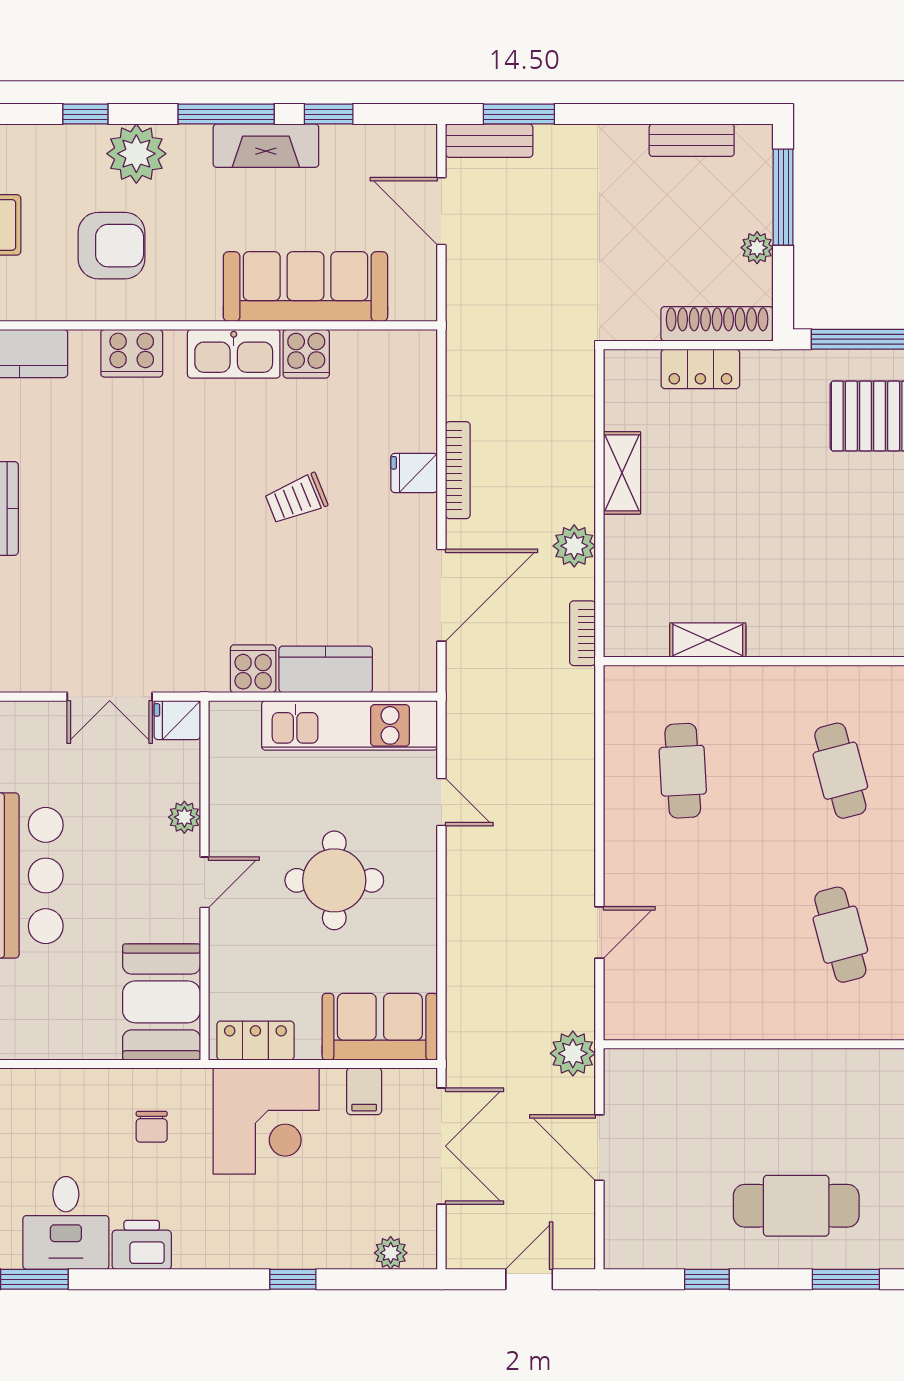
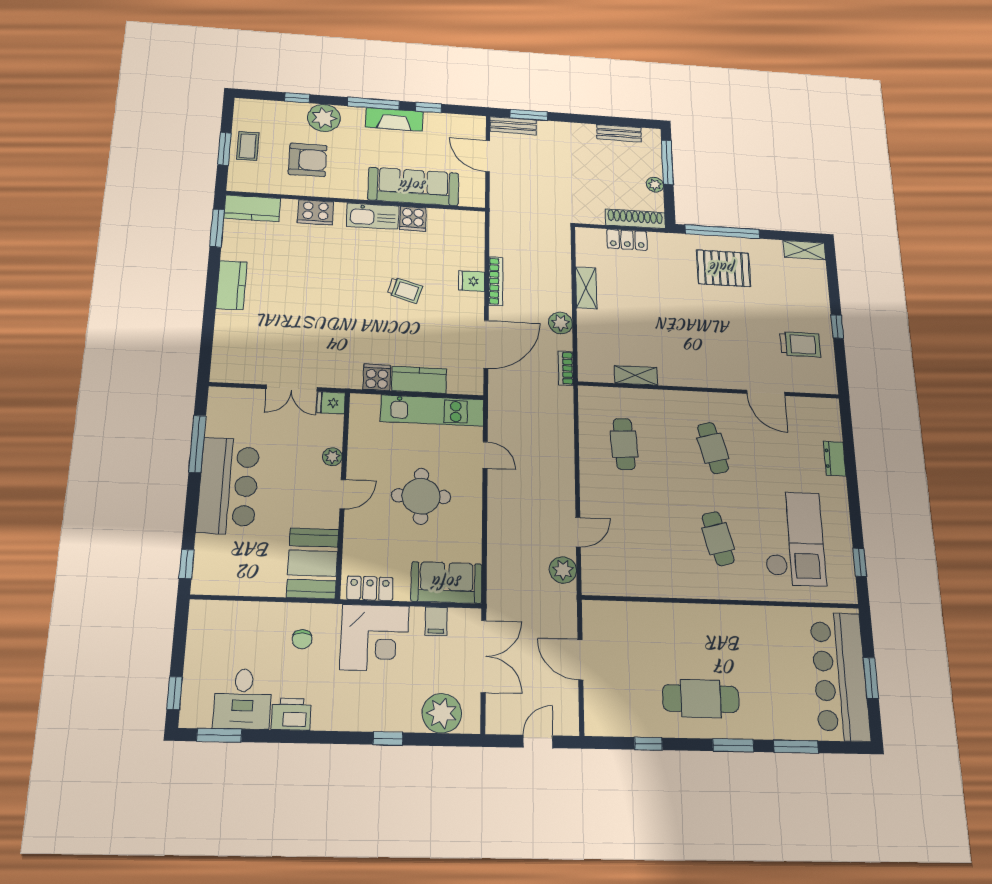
trolley: (296, 499) -> (405, 290), turned -142
plant: (573, 1053) -> (563, 570), moved
plant: (391, 1253) -> (442, 713), width x1.88, depth x1.88

